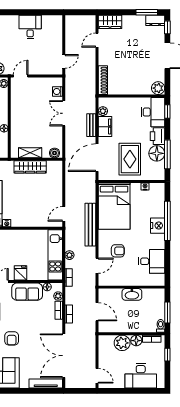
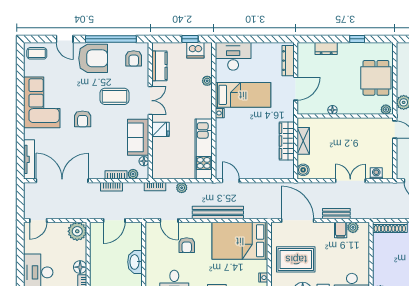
filing cabinet: (105, 127) -> (341, 230), width x0.50
kitchen unit: (55, 255) -> (204, 149), moved, turned -90
armchair: (12, 338) -> (83, 119), turned -90
plant: (122, 343) -> (77, 231), moved

